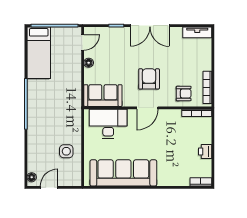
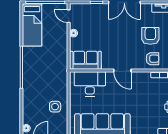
door: (83, 42) -> (69, 16), swing flipped
armchair: (149, 79) -> (150, 36), moved
door: (147, 108) -> (122, 71), hinge flipped

